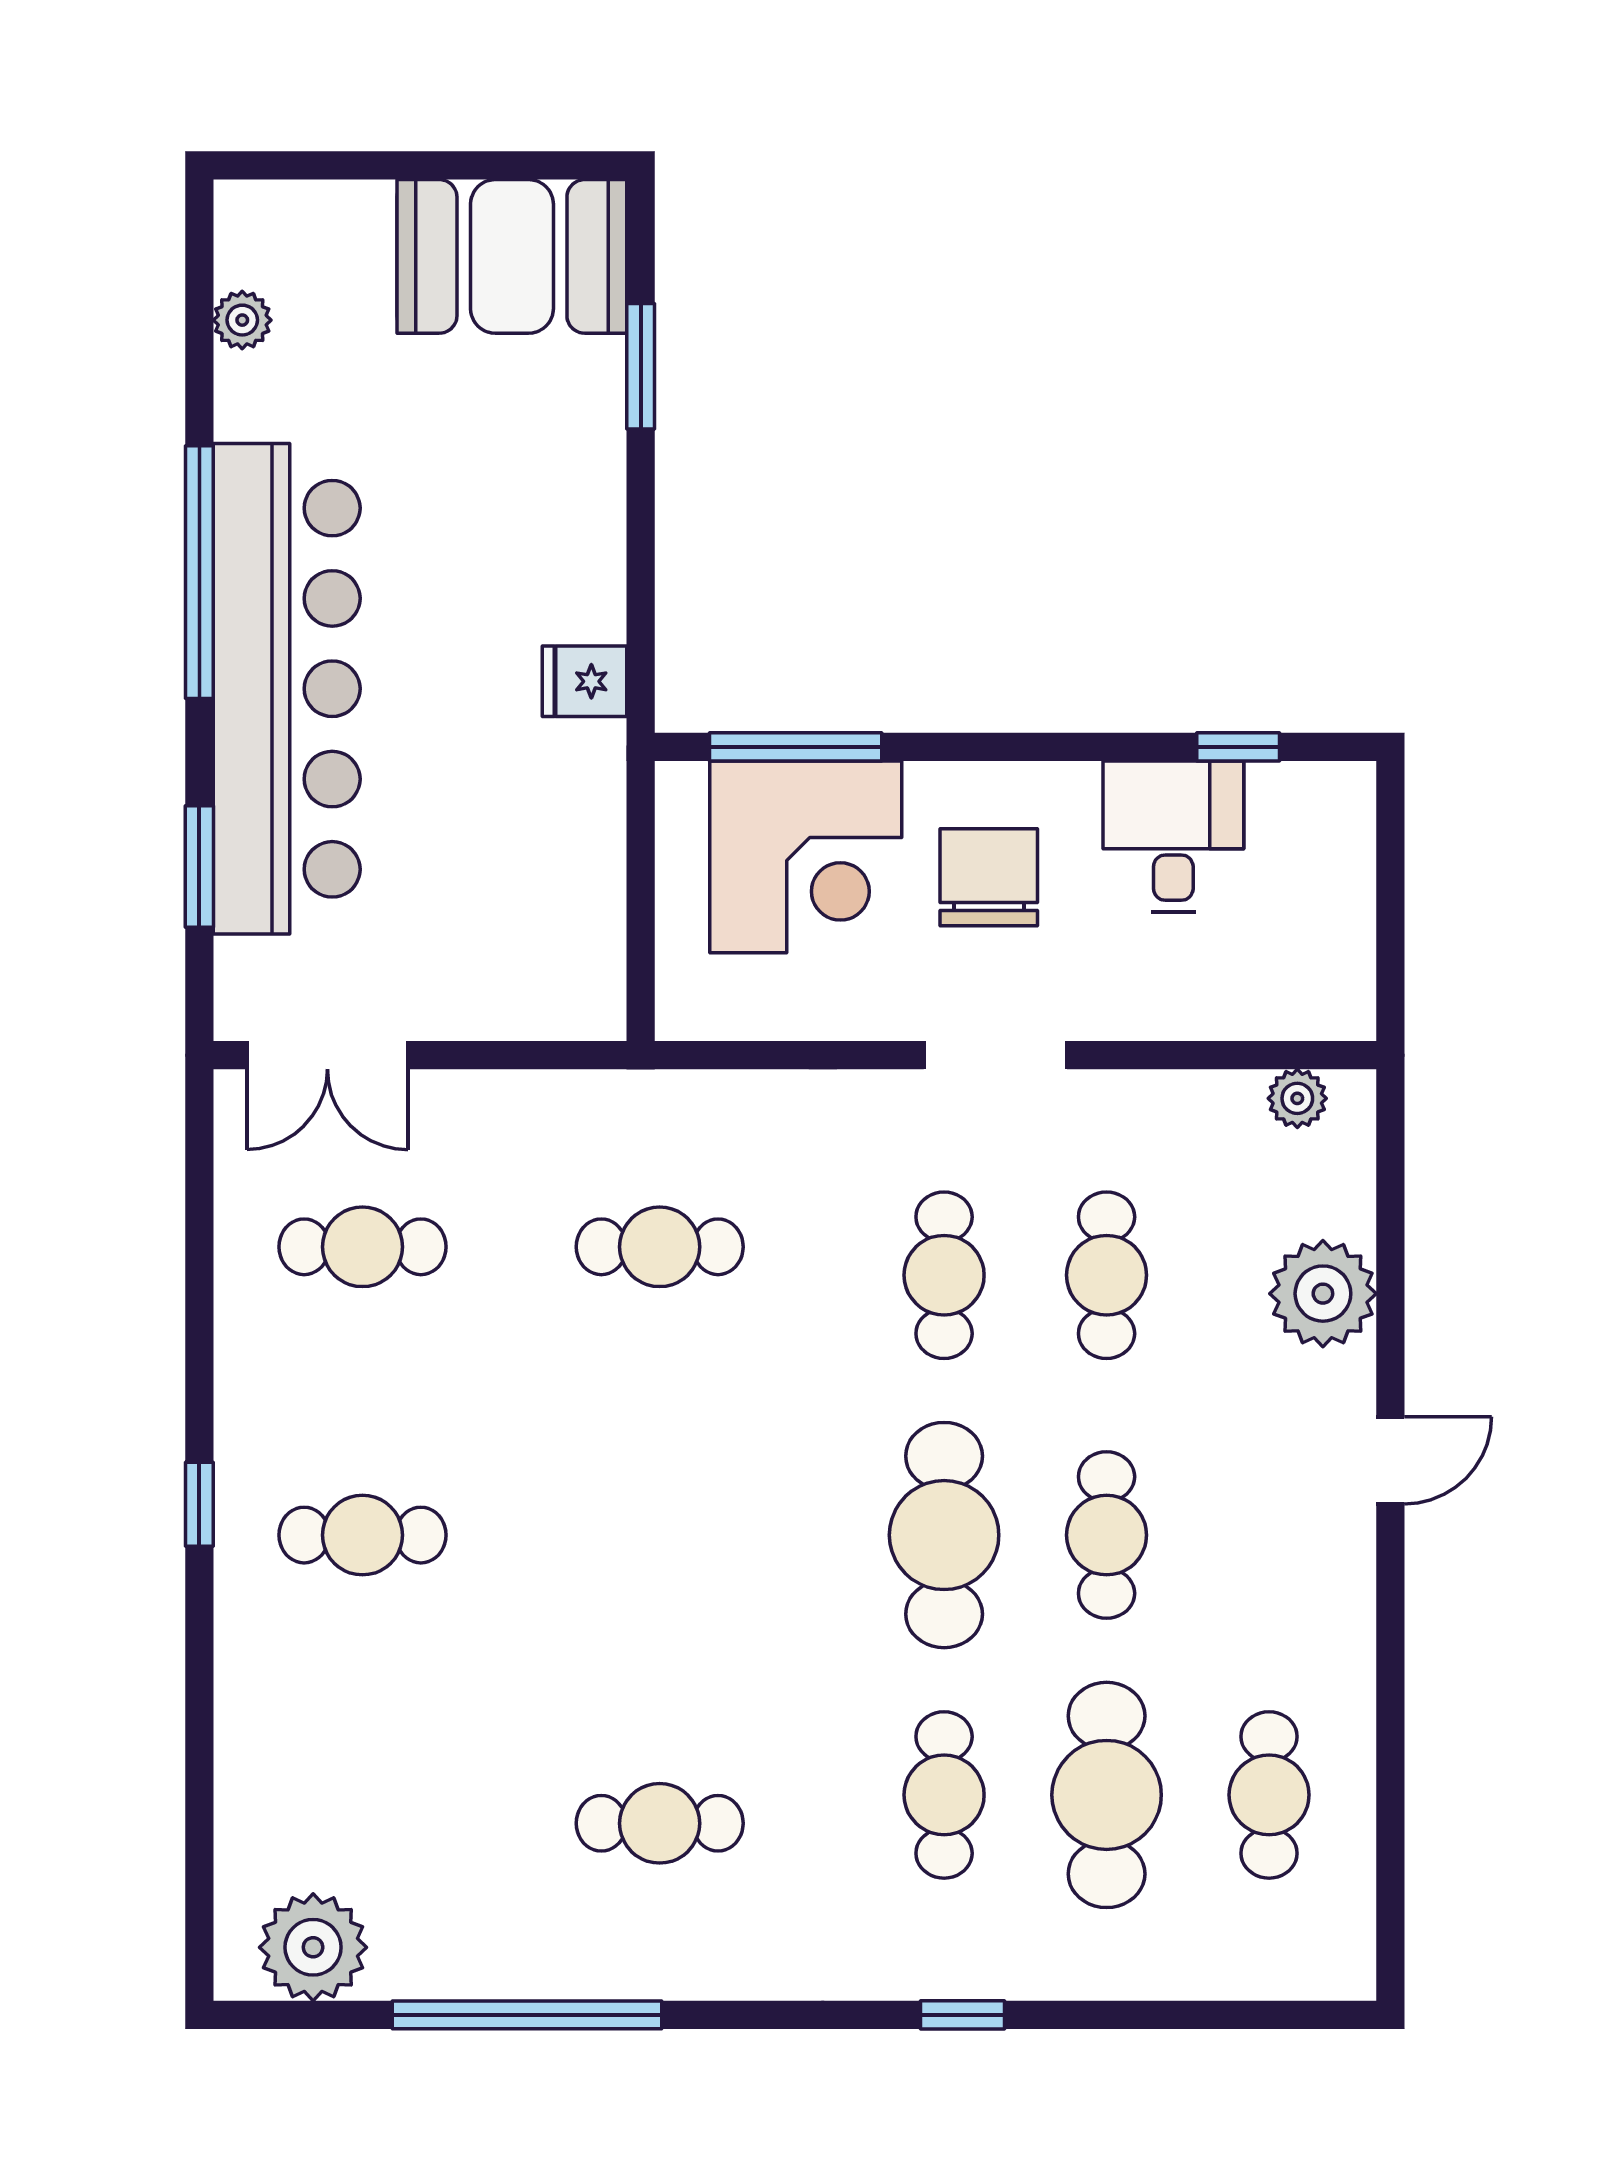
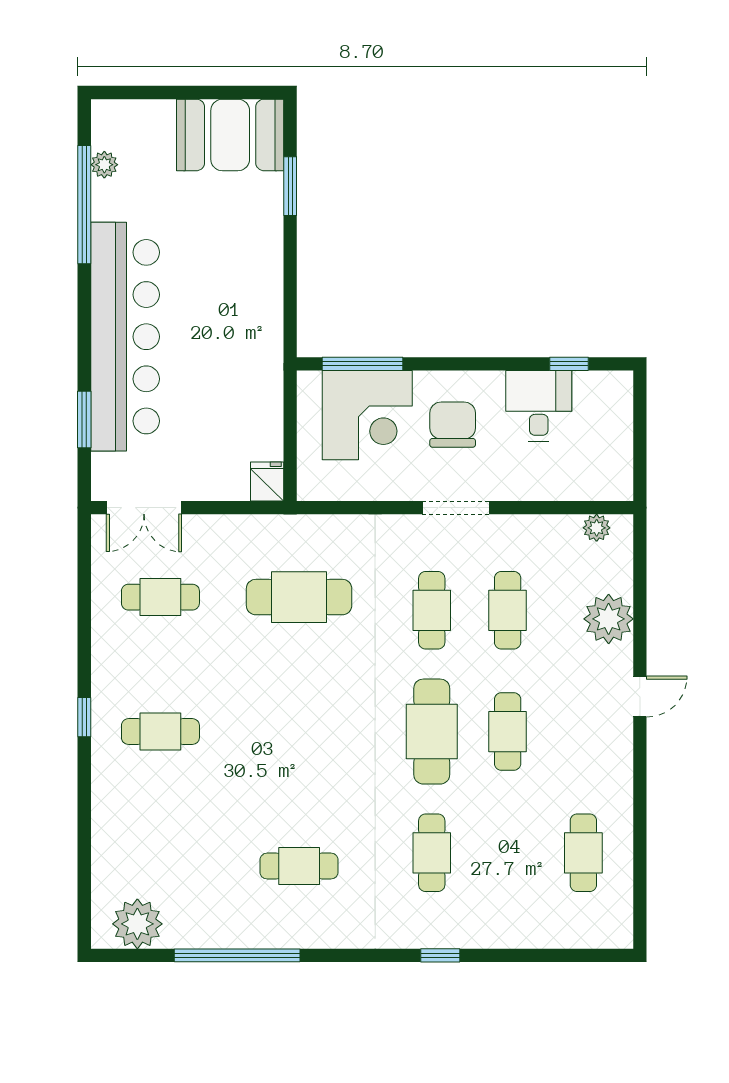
window: (199, 572) -> (84, 205), moved
fridge: (585, 681) -> (267, 481), moved, turned 90
cafe table: (660, 1247) -> (299, 597), width x1.37, depth x1.35
cafe table: (1107, 1795) -> (508, 853), removed

